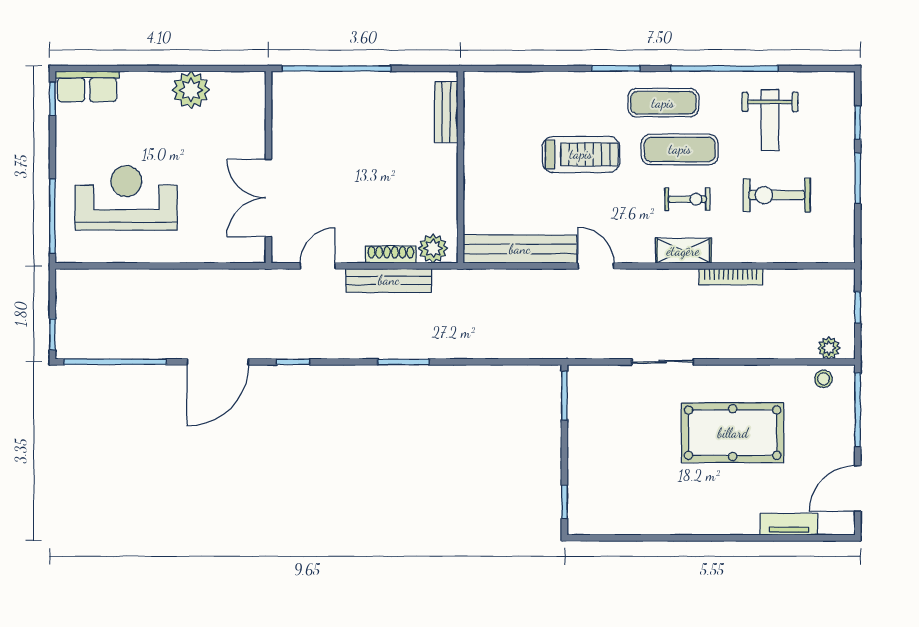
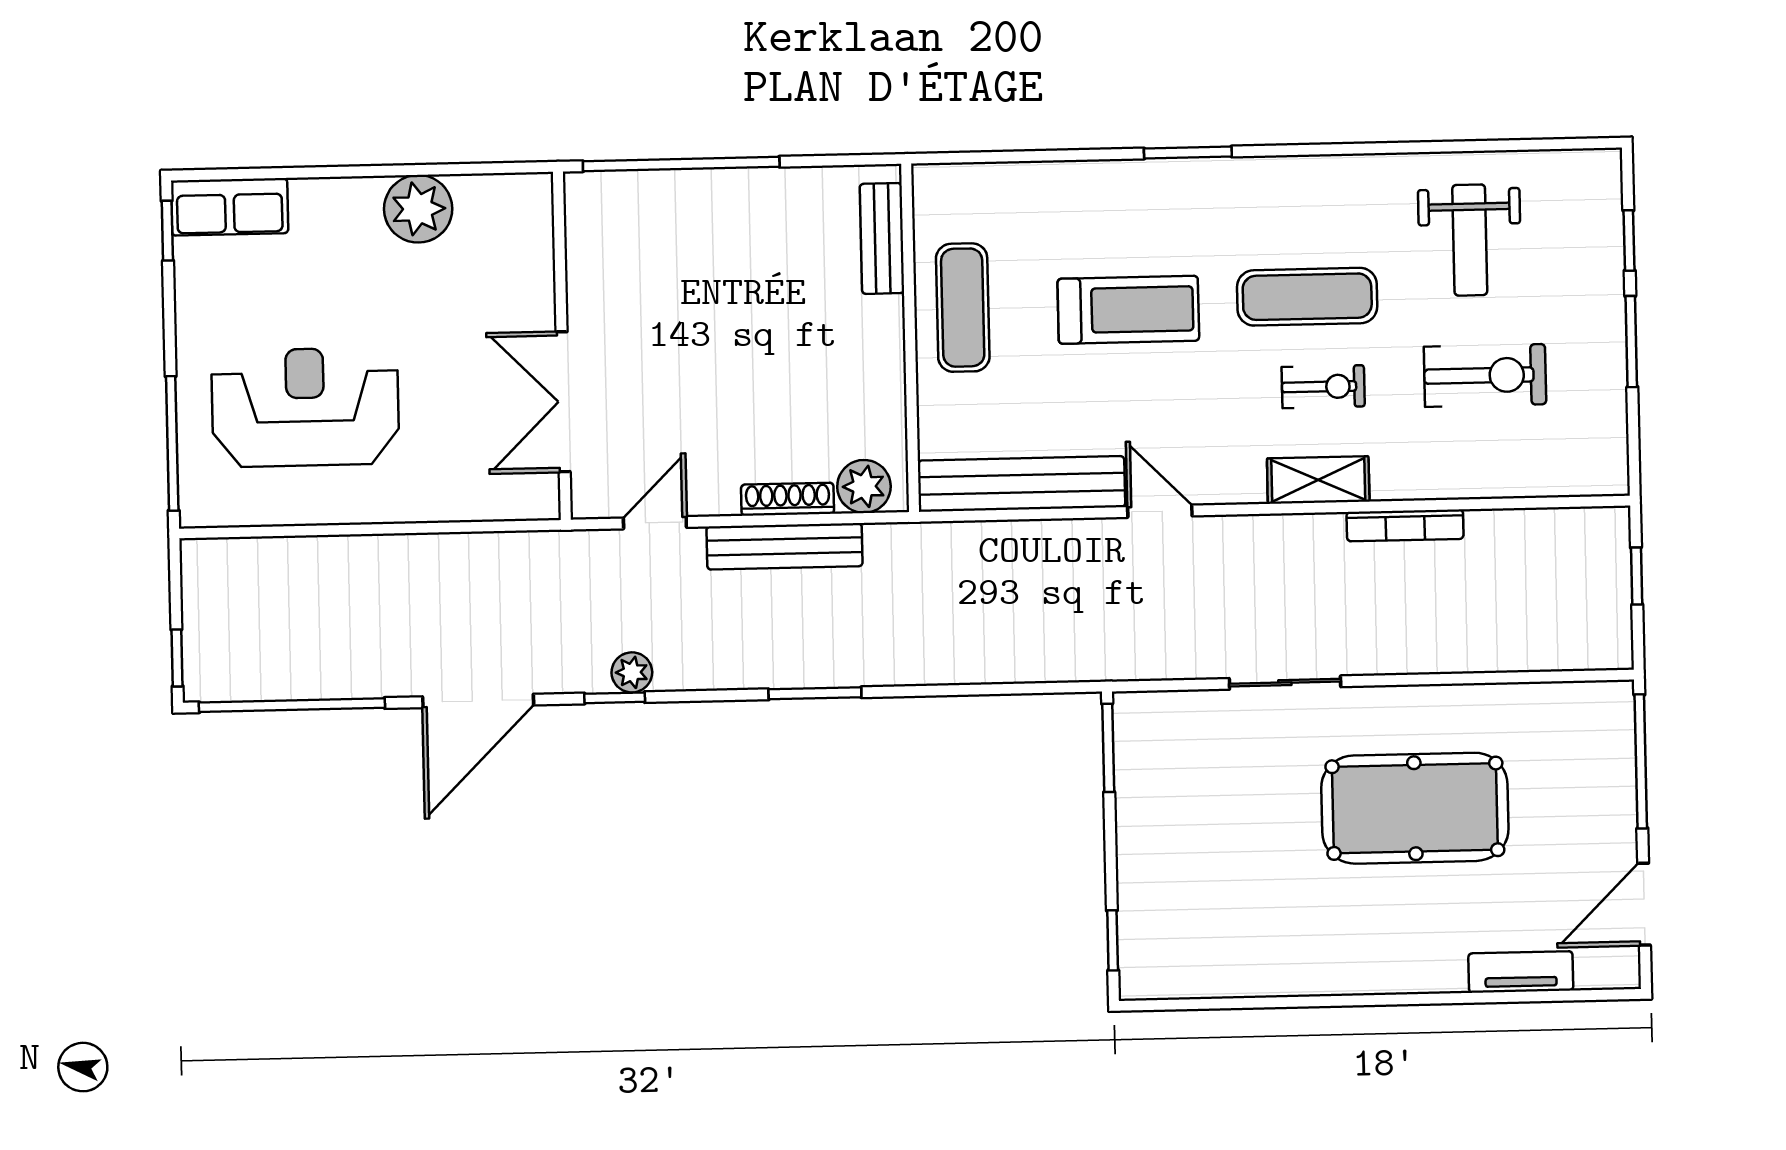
window: (724, 69) -> (1385, 148), removed
exercise mat: (663, 103) -> (963, 308), moved, turned 90
exercise bike: (777, 195) -> (1485, 375), turned 180
plant: (829, 348) -> (632, 672), moved
stool: (824, 379) -> (1577, 707), removed

